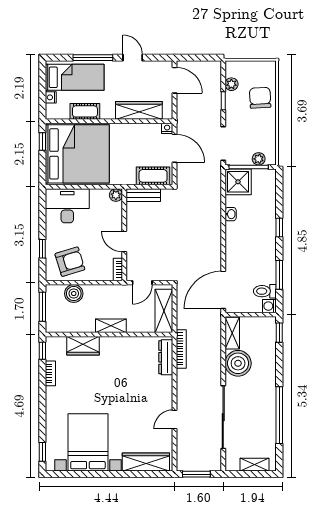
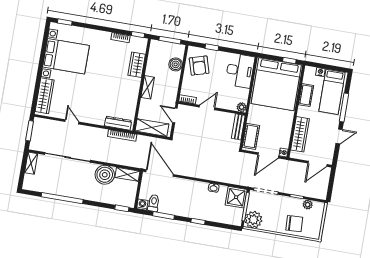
plant: (259, 159) -> (254, 220), width x1.87, depth x1.87
shelving: (255, 465) -> (31, 163), moved

